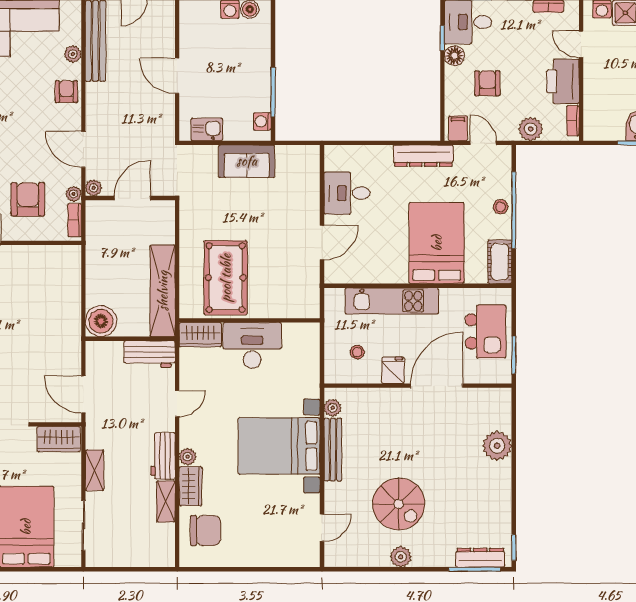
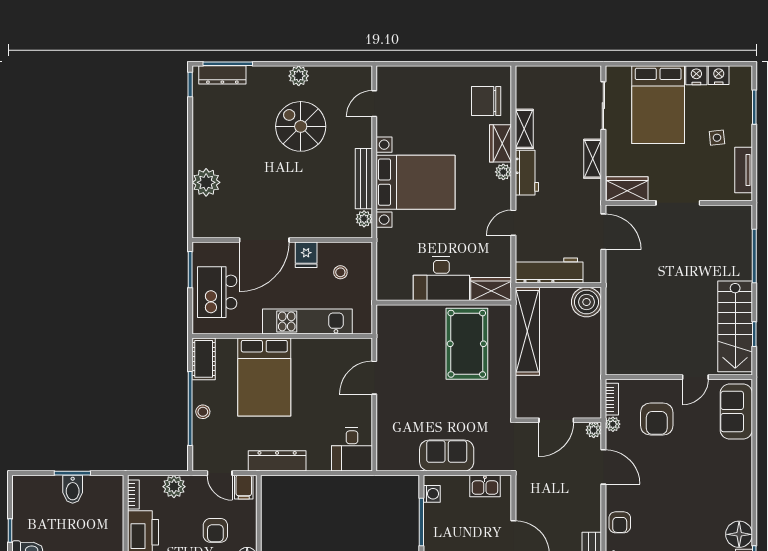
desk: (347, 193) -> (352, 449), moved, turned 90
workbench: (150, 354) -> (549, 270), width x1.37

